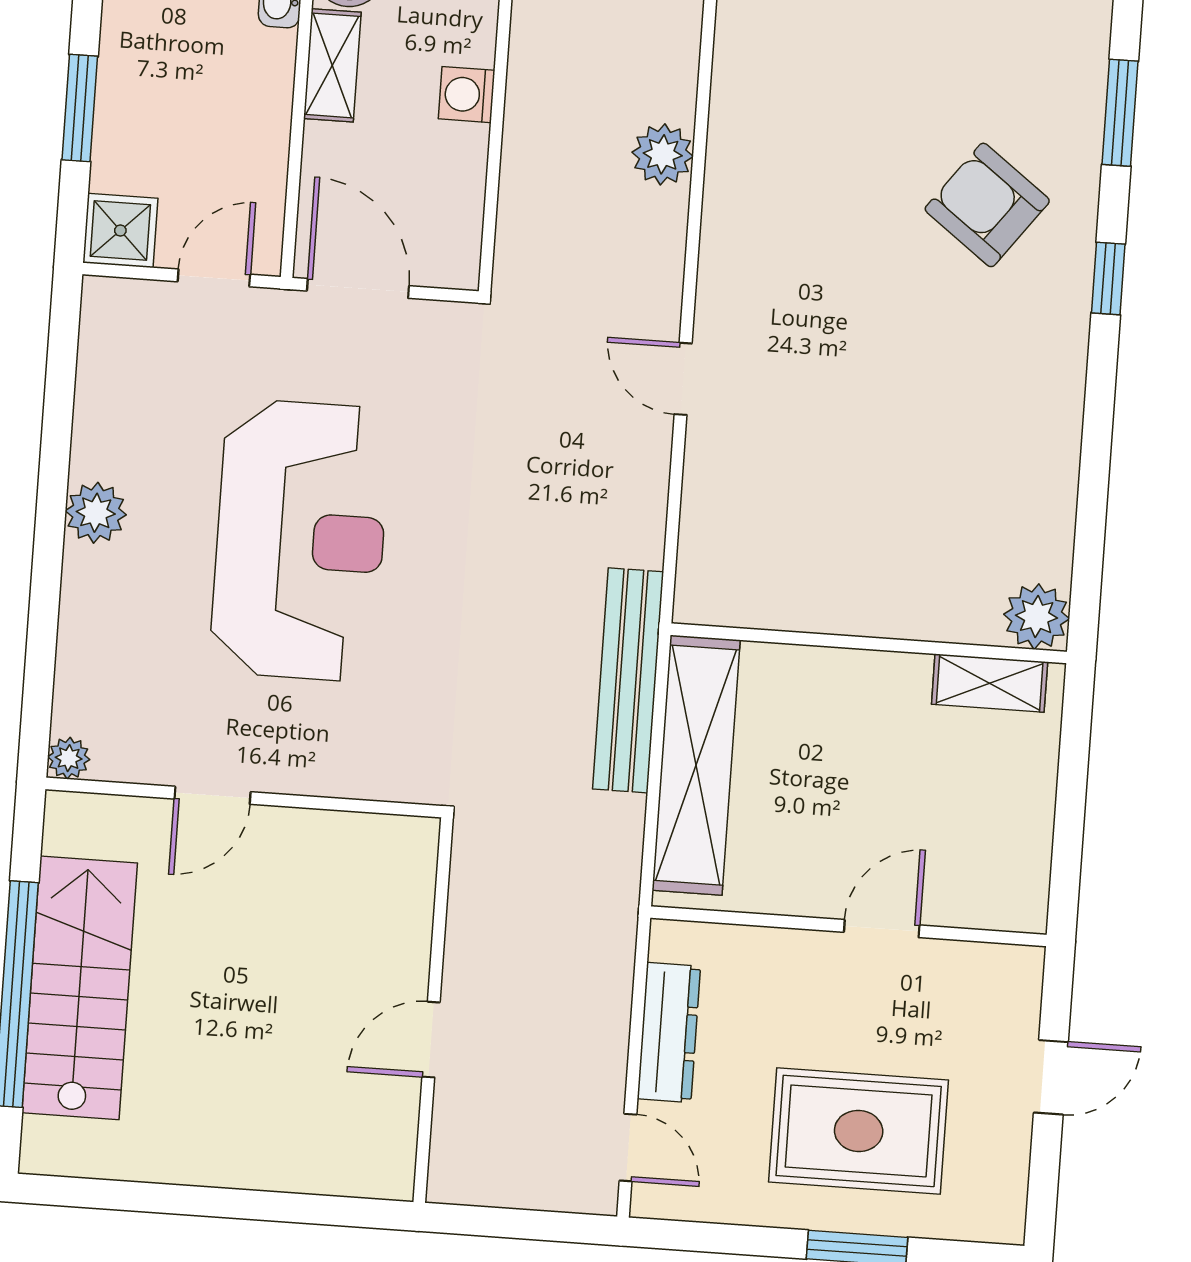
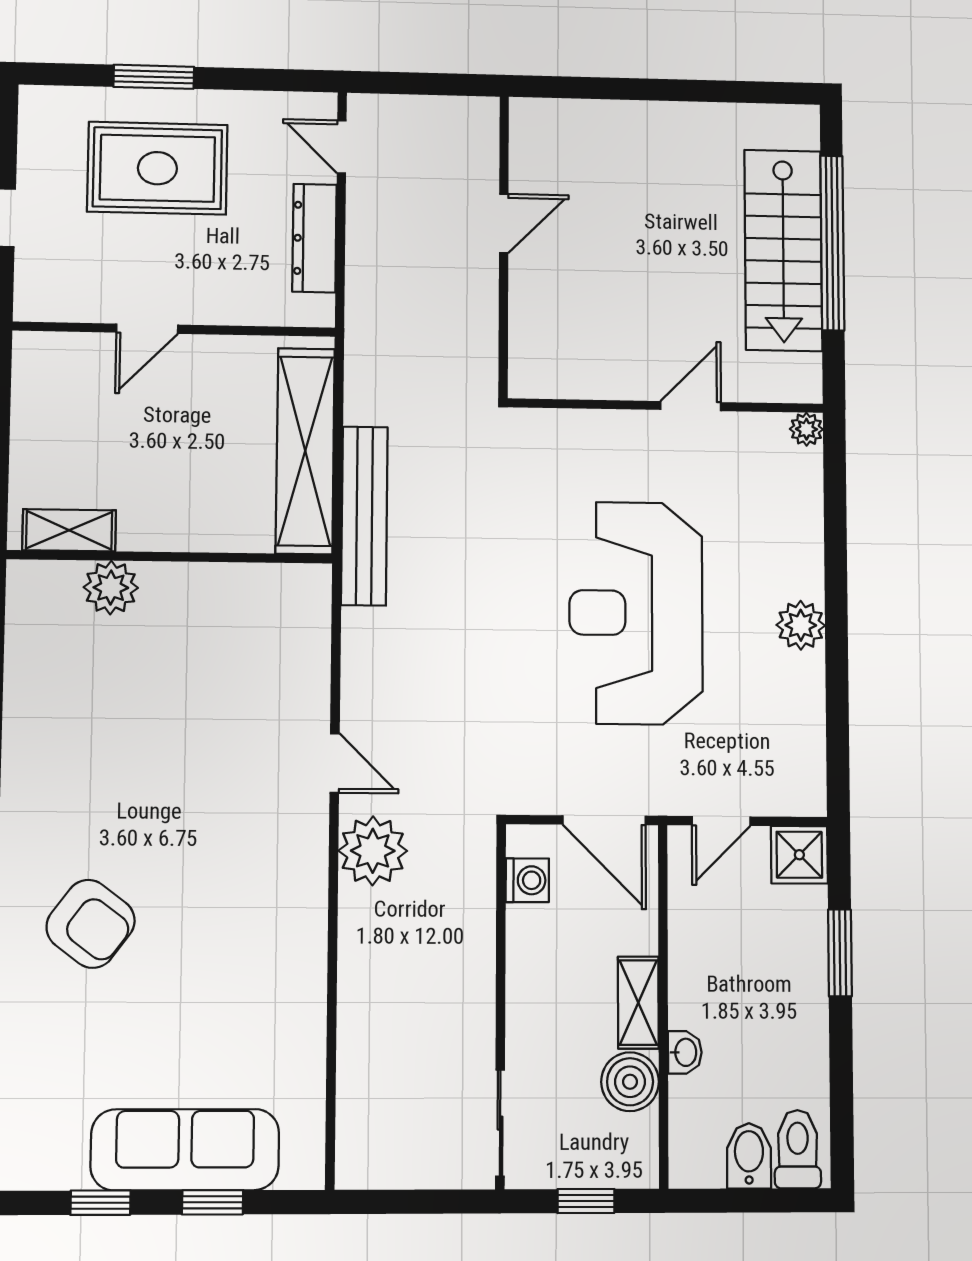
washing machine: (467, 95) -> (527, 880), moved
plant: (663, 154) -> (373, 851), moved, width x1.36, depth x1.36
plant: (1037, 617) -> (111, 588), moved

